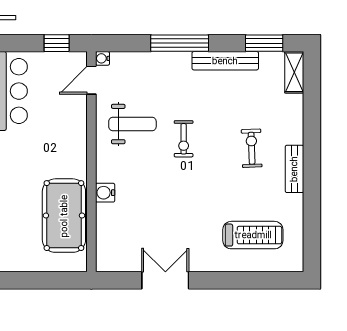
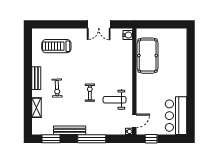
shelving: (294, 72) -> (36, 108), moved
water cooler: (105, 193) -> (128, 35), moved

